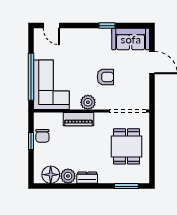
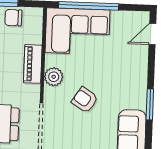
window: (107, 26) -> (150, 104), width x1.50
armchair: (105, 77) -> (85, 100), turned 123

